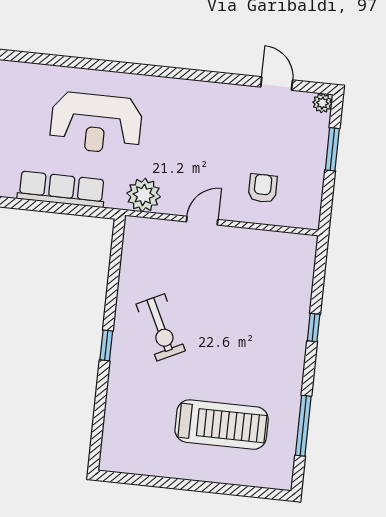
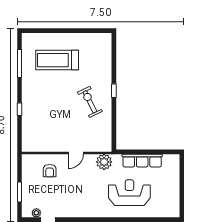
plant: (322, 103) -> (36, 213), moved

